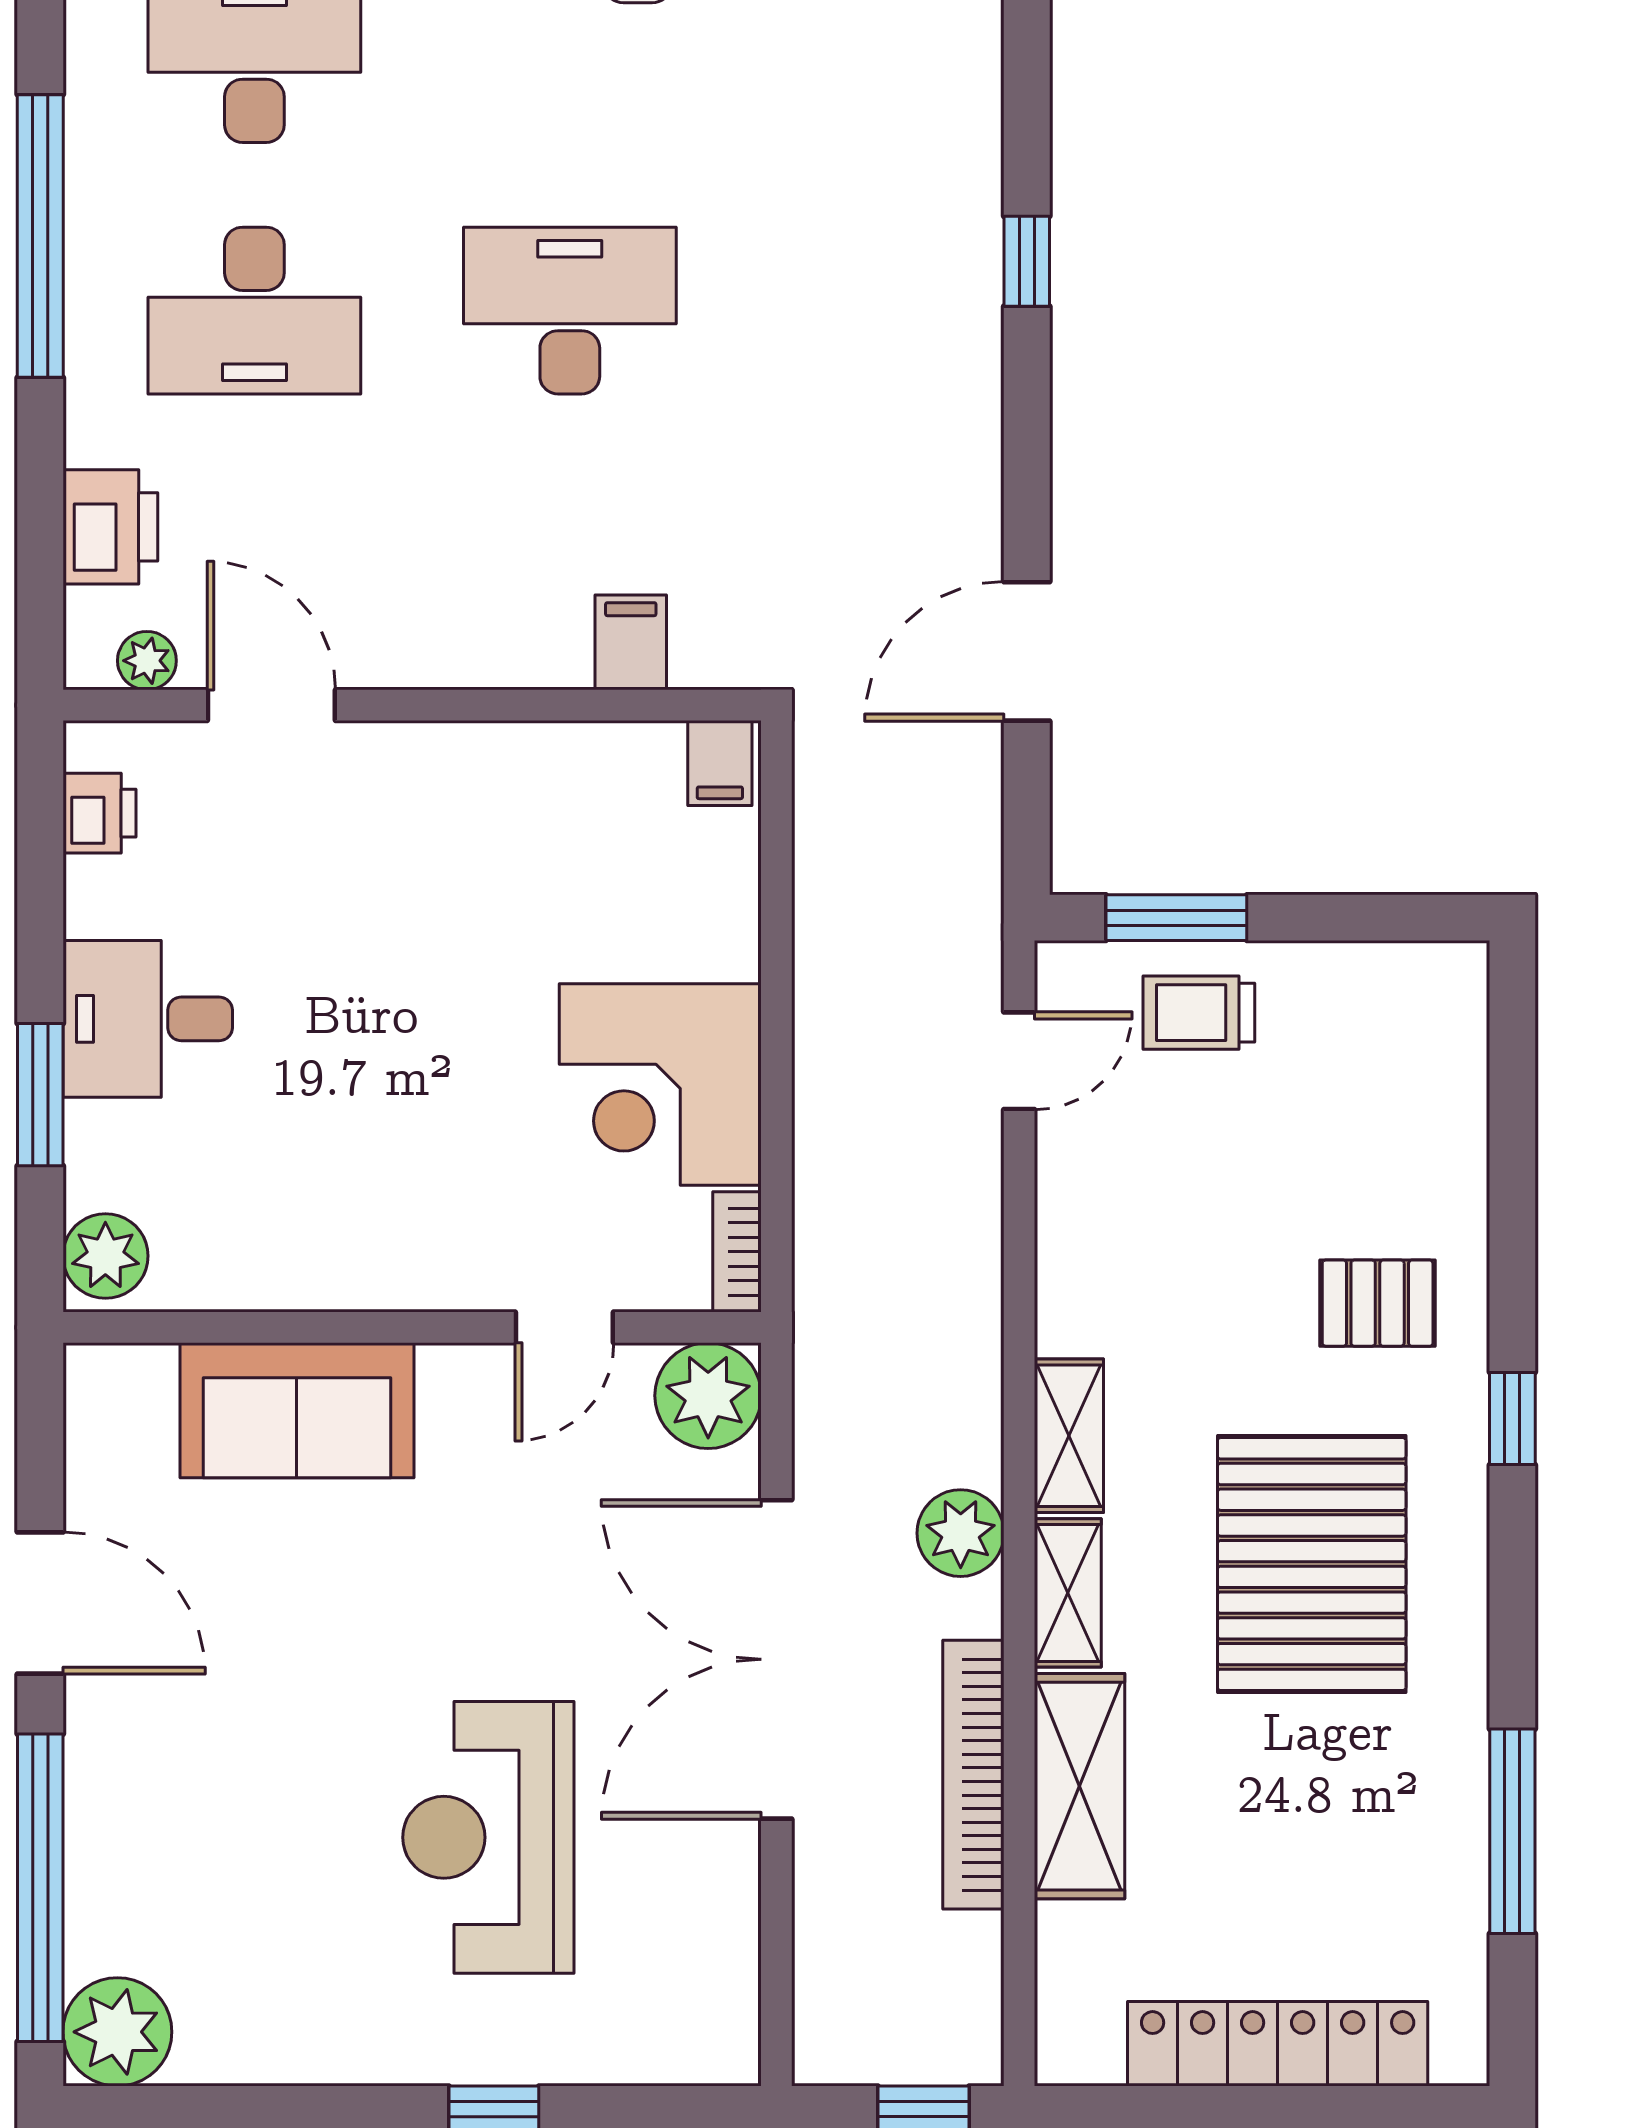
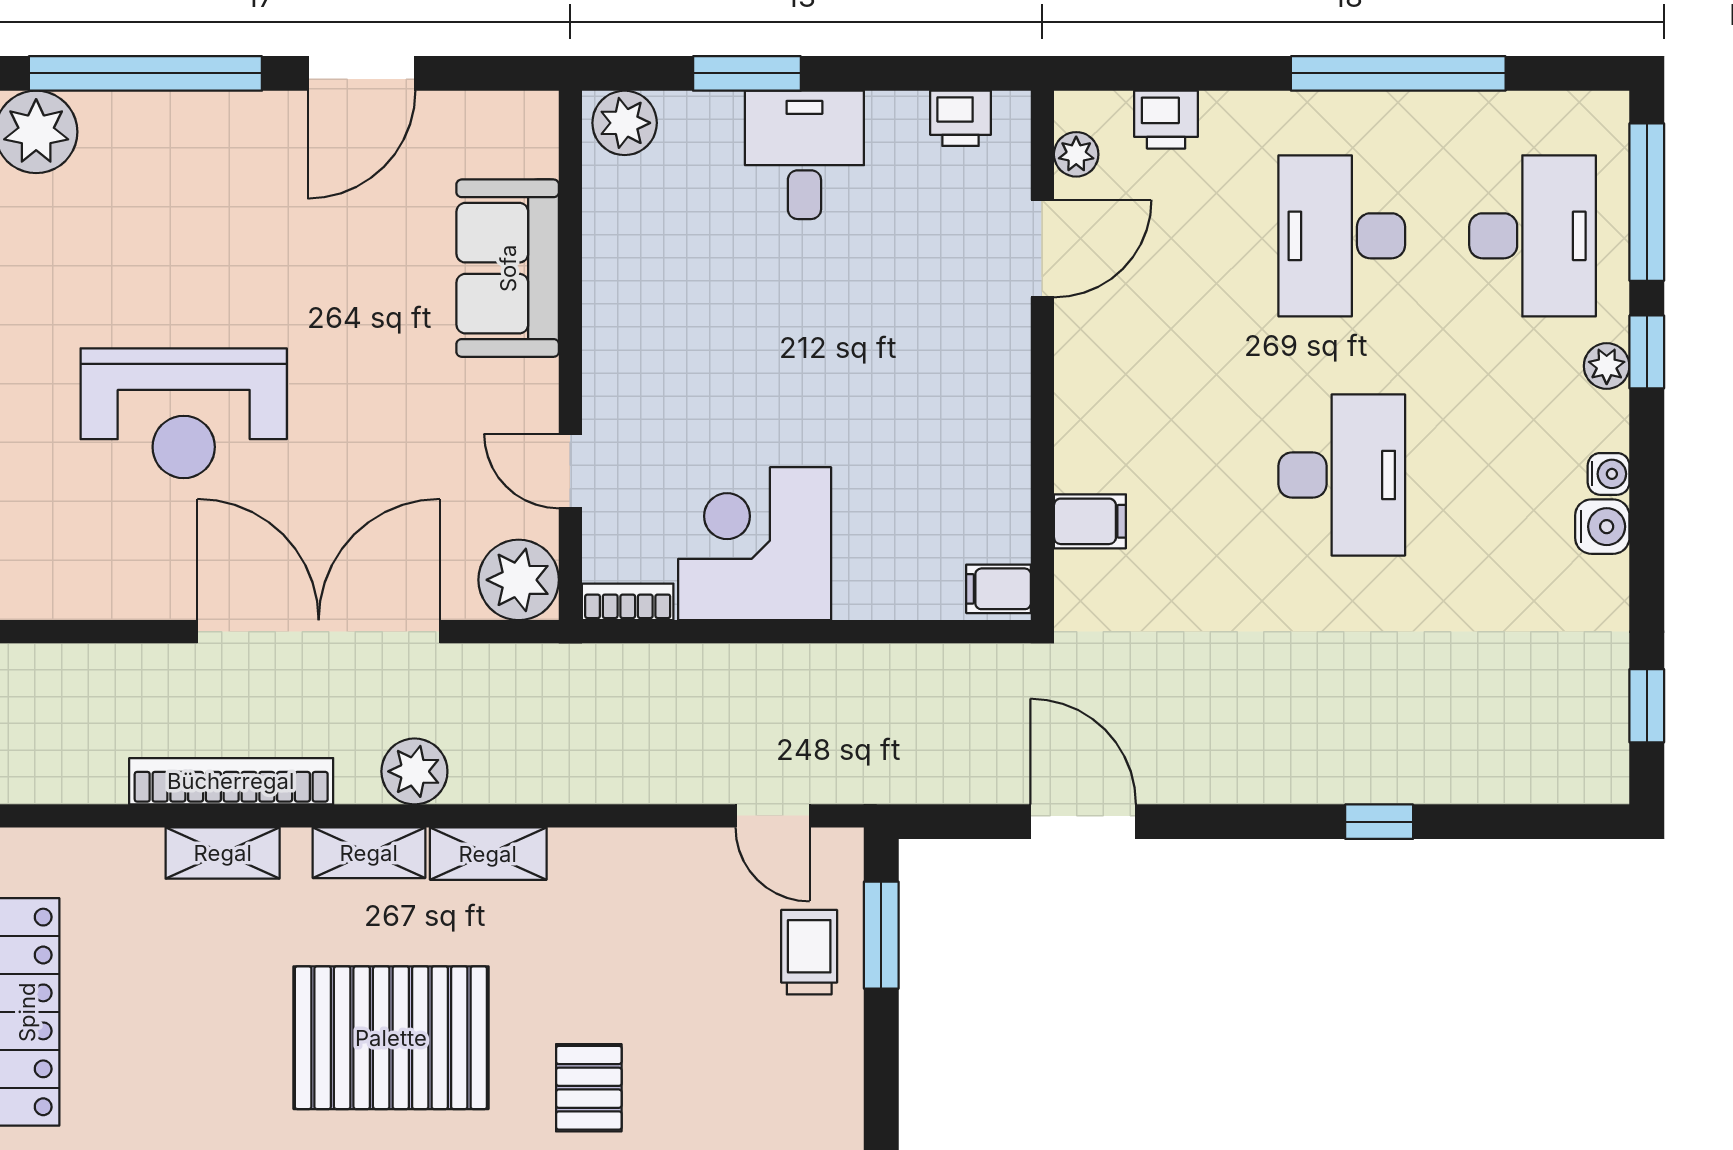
printer: (110, 527) -> (1166, 120), width x0.73, depth x0.81
shelving: (1079, 1786) -> (223, 853), width x0.67, depth x0.75
reception desk: (488, 1837) -> (184, 413), turned 180

